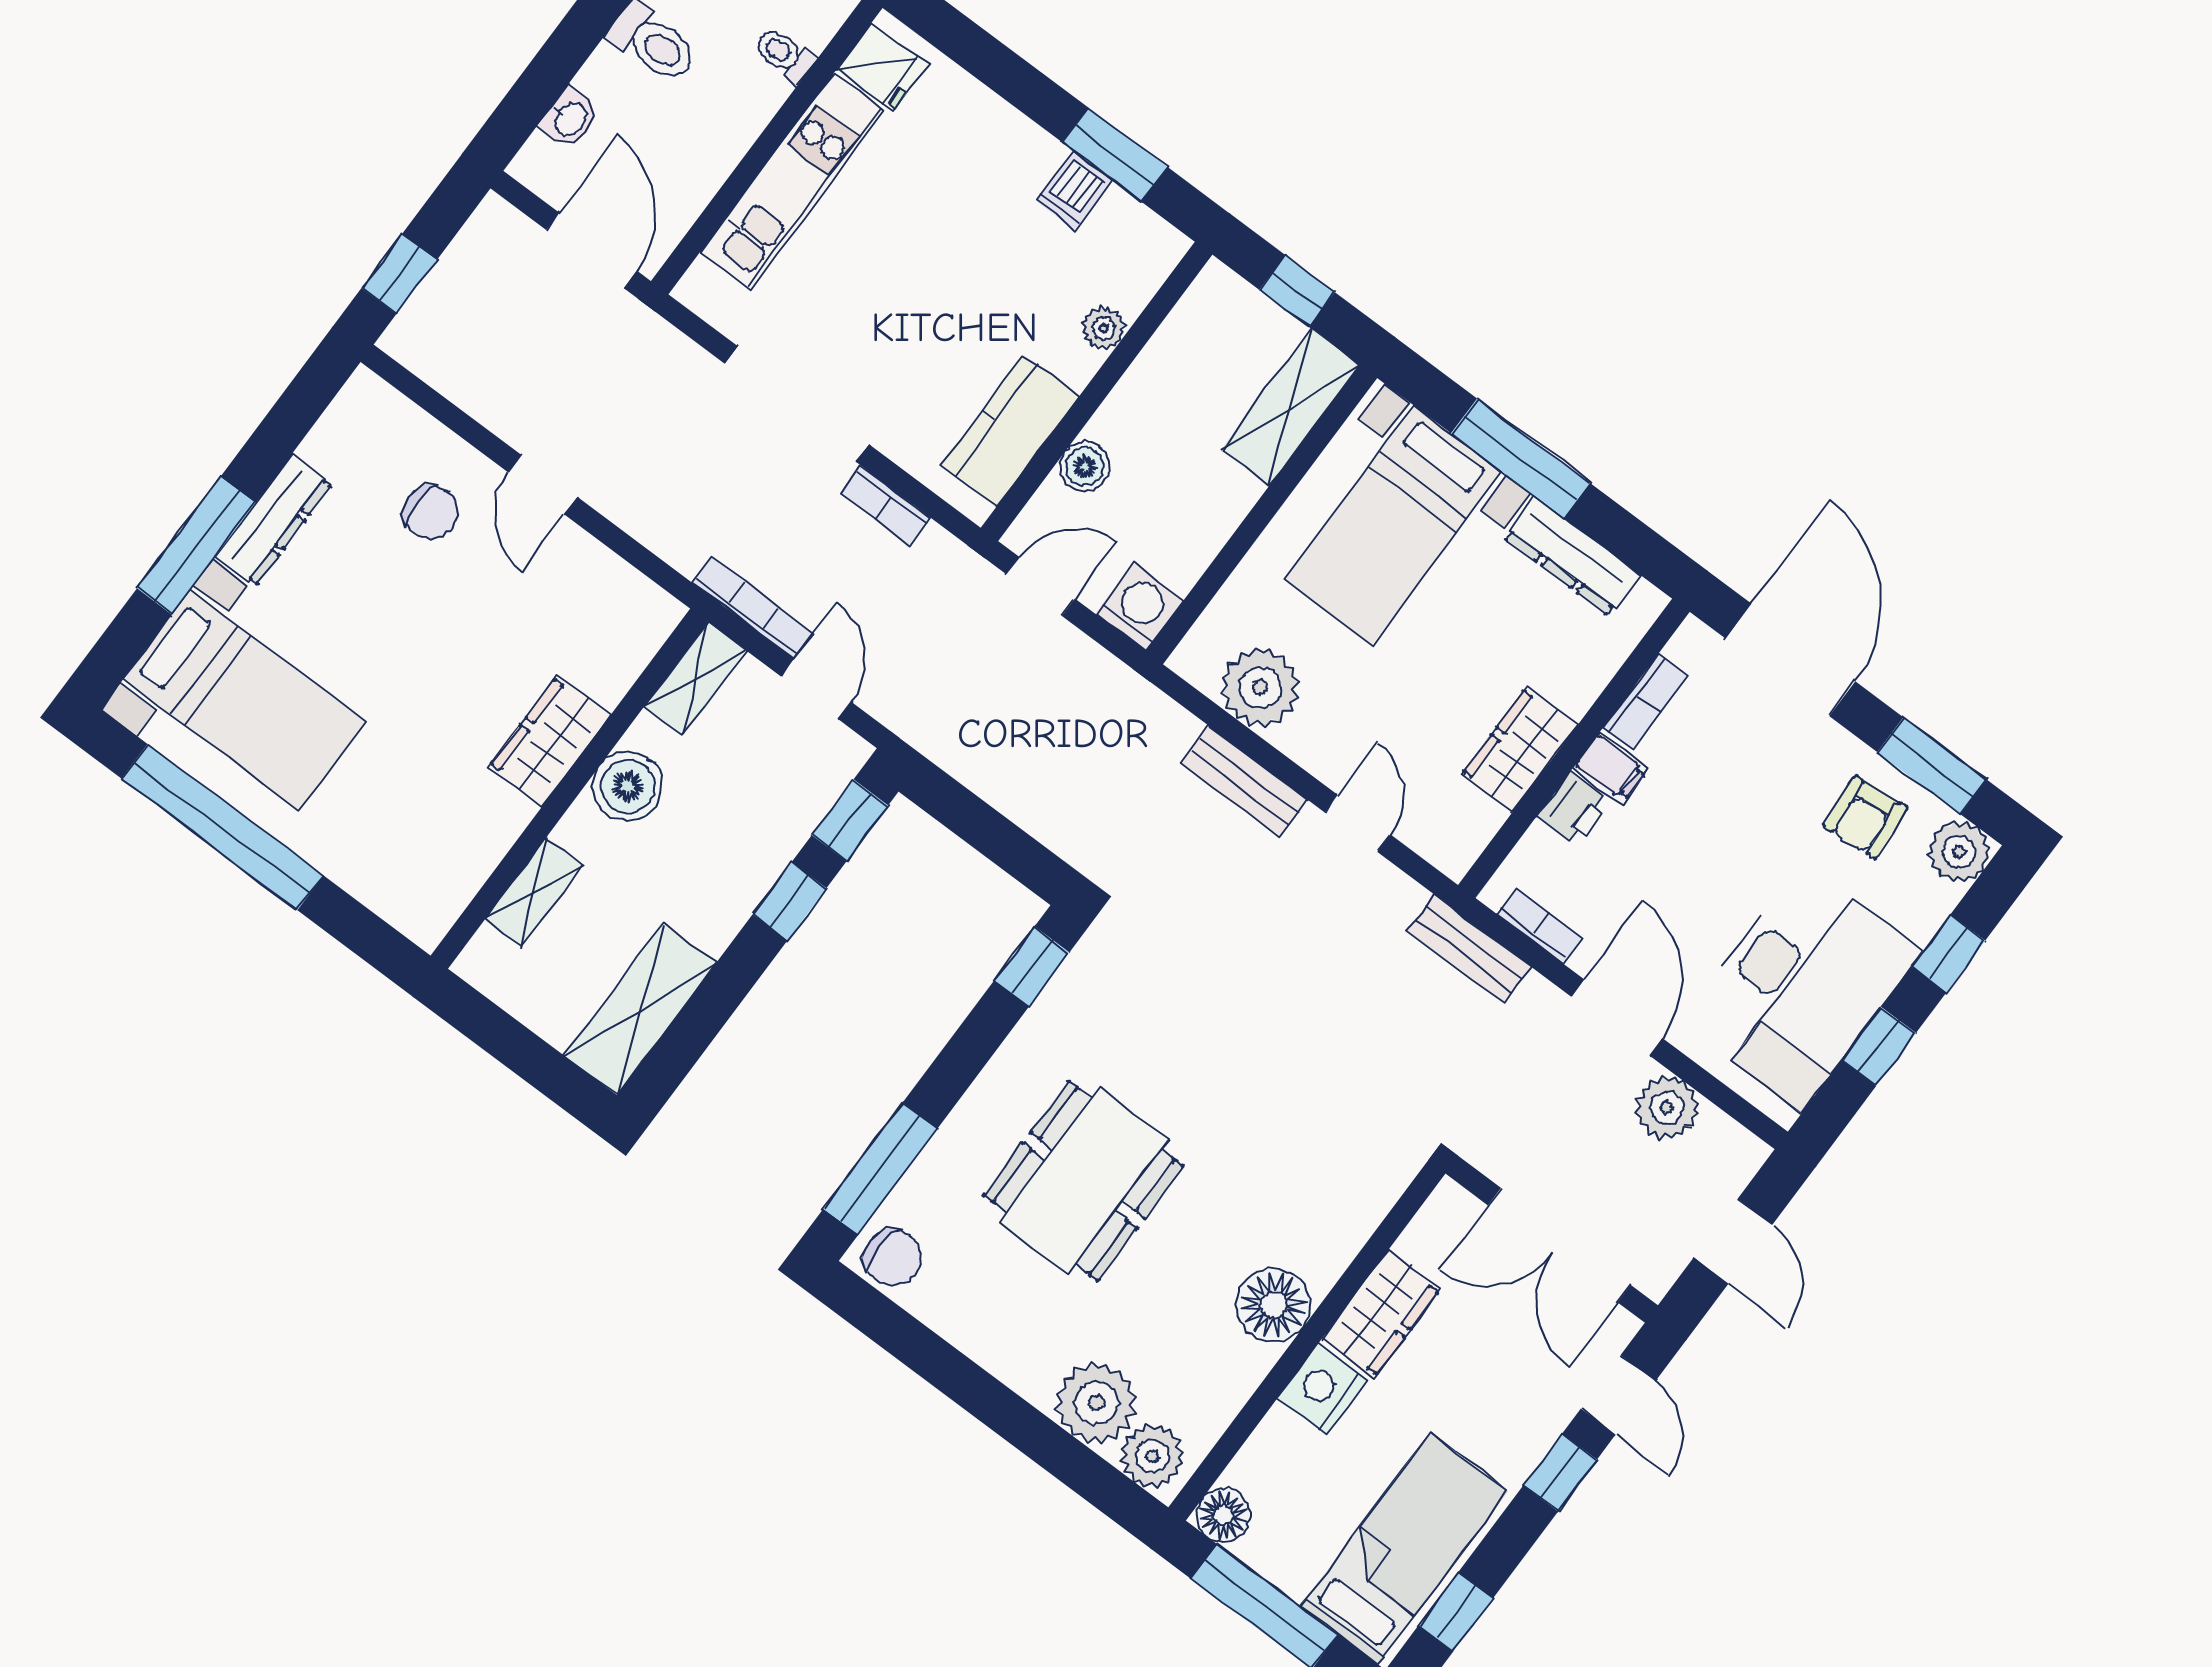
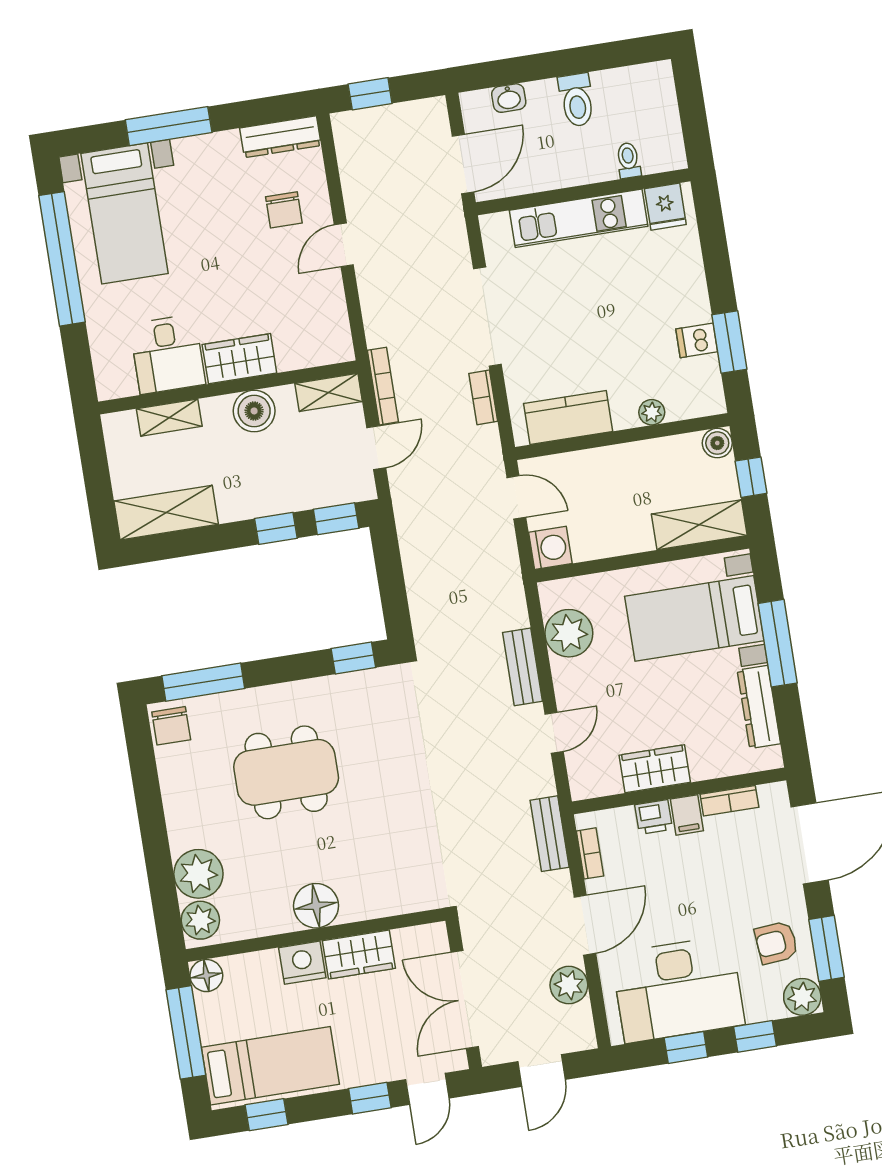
boiler: (1085, 466) -> (717, 443), moved
dresser: (274, 520) -> (280, 137), moved
desk: (459, 819) -> (167, 354), added

